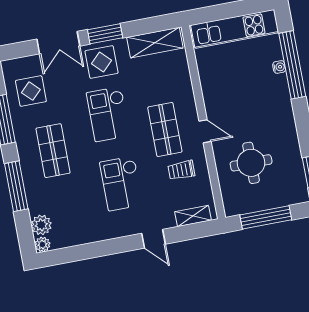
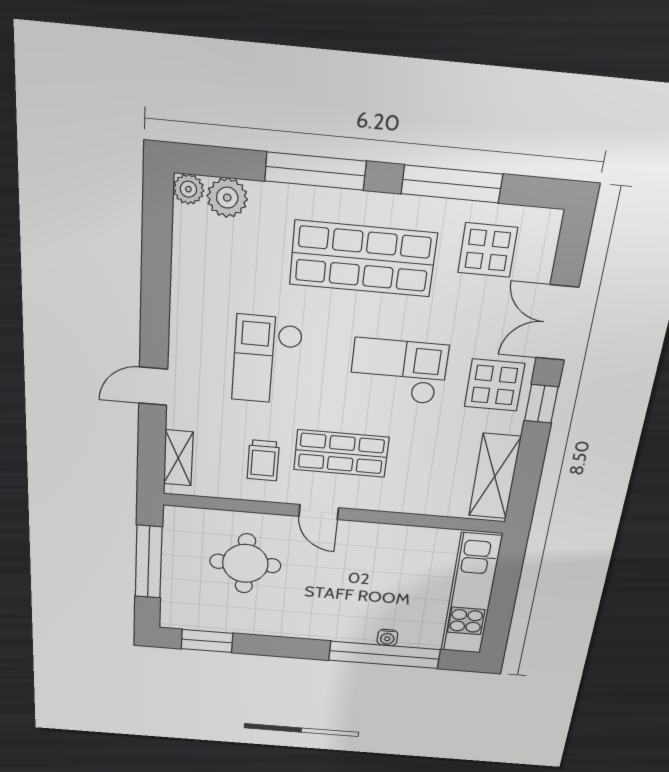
window: (105, 34) -> (541, 404), width x0.67
door: (205, 131) -> (319, 512), hinge flipped
shop shelf: (53, 151) -> (363, 259), width x1.43, depth x1.36
trolley: (181, 170) -> (263, 460), turned 180
checkout: (121, 183) -> (267, 360), turned -90

